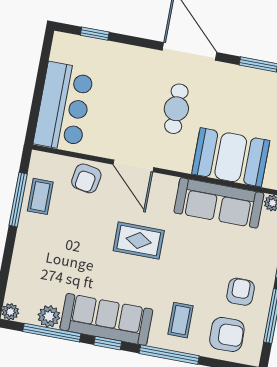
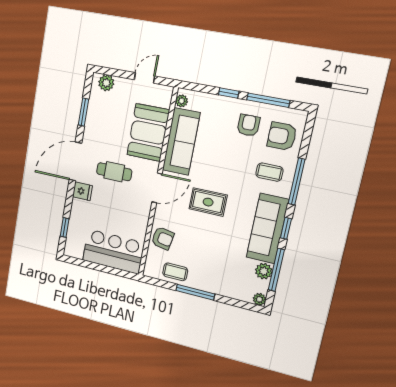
fridge: (148, 61) -> (82, 191), added
door: (133, 166) -> (157, 188), moved
window: (18, 200) -> (195, 292), moved
rug: (139, 241) -> (208, 202), turned 90
armchair: (241, 292) -> (248, 125), turned 90
armchair: (227, 334) -> (282, 136), turned -89

